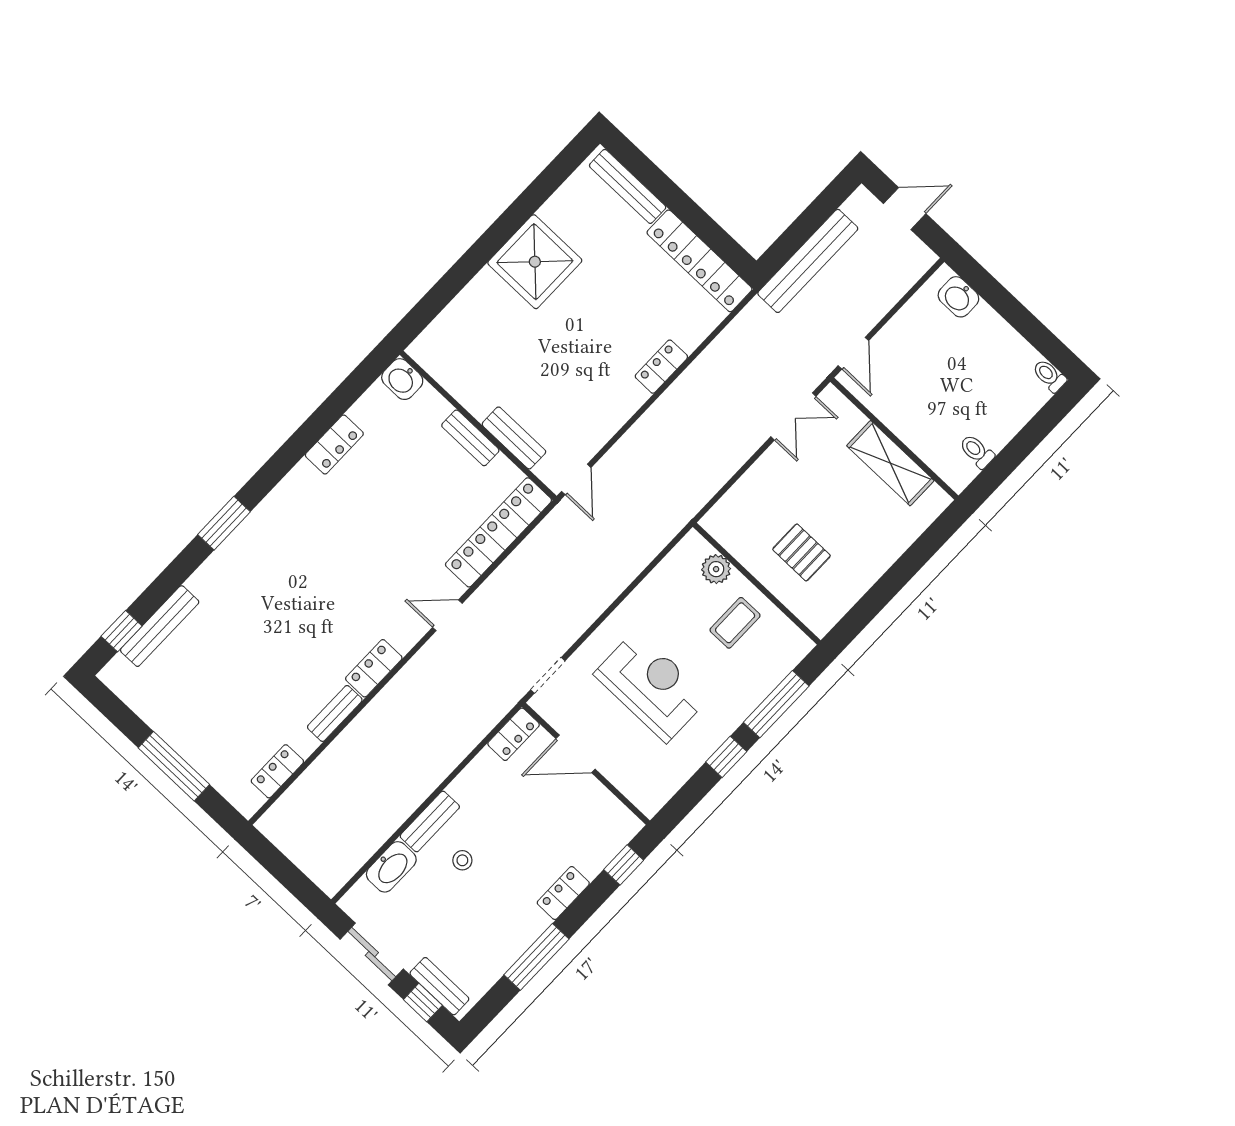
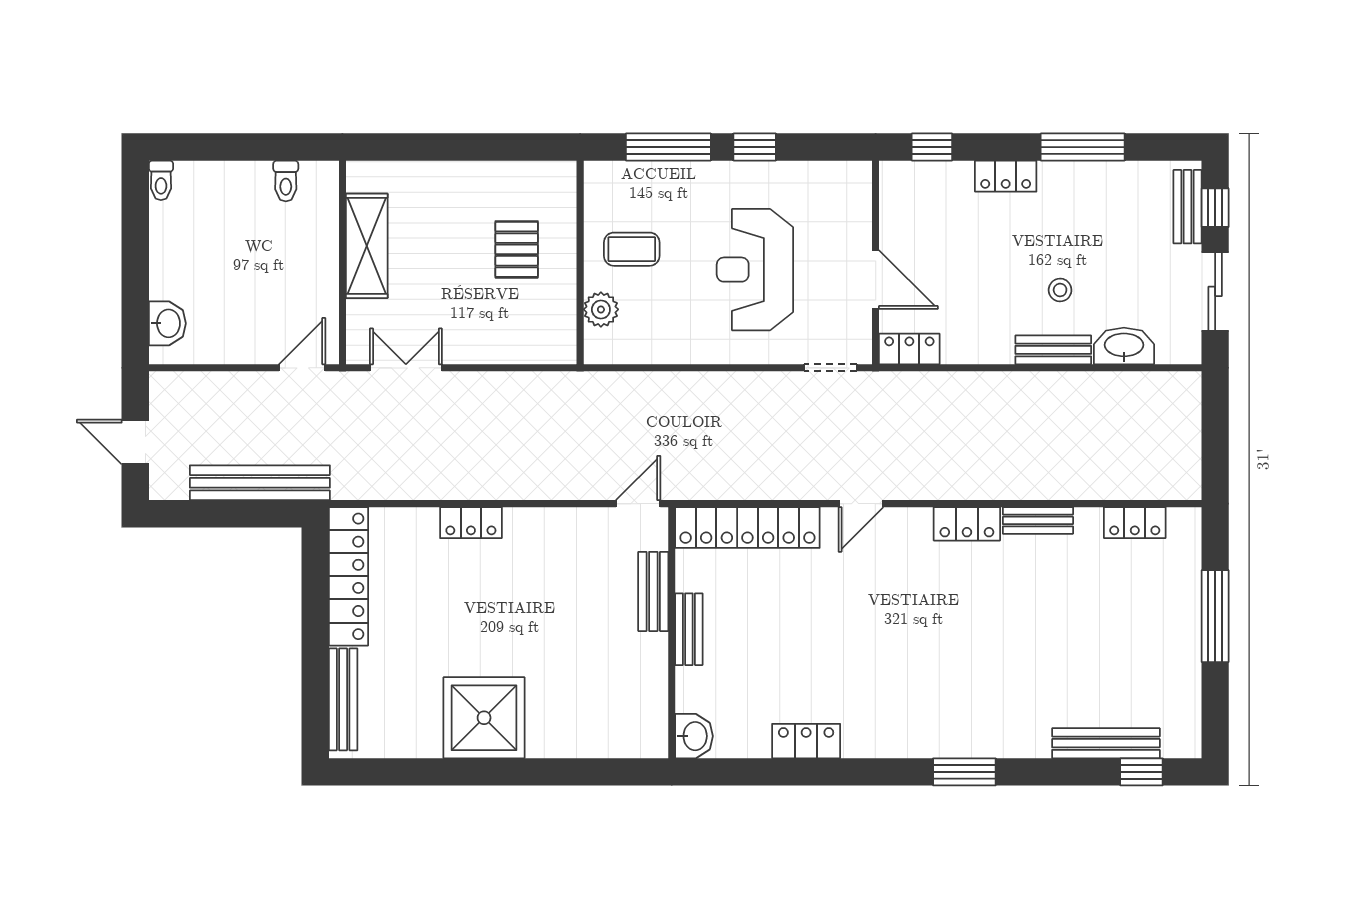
door: (447, 615) -> (861, 504), hinge flipped

